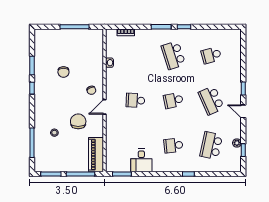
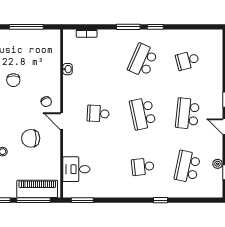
school desk: (173, 55) -> (143, 60), turned 42
school desk: (173, 100) -> (143, 114), width x1.85
school desk: (211, 100) -> (187, 114), turned 30
door: (105, 107) -> (62, 121), hinge flipped
chair: (78, 121) -> (31, 138), turned -90
piano: (96, 155) -> (37, 189), moved, turned 90
desk: (141, 160) -> (76, 169), moved, turned 90

